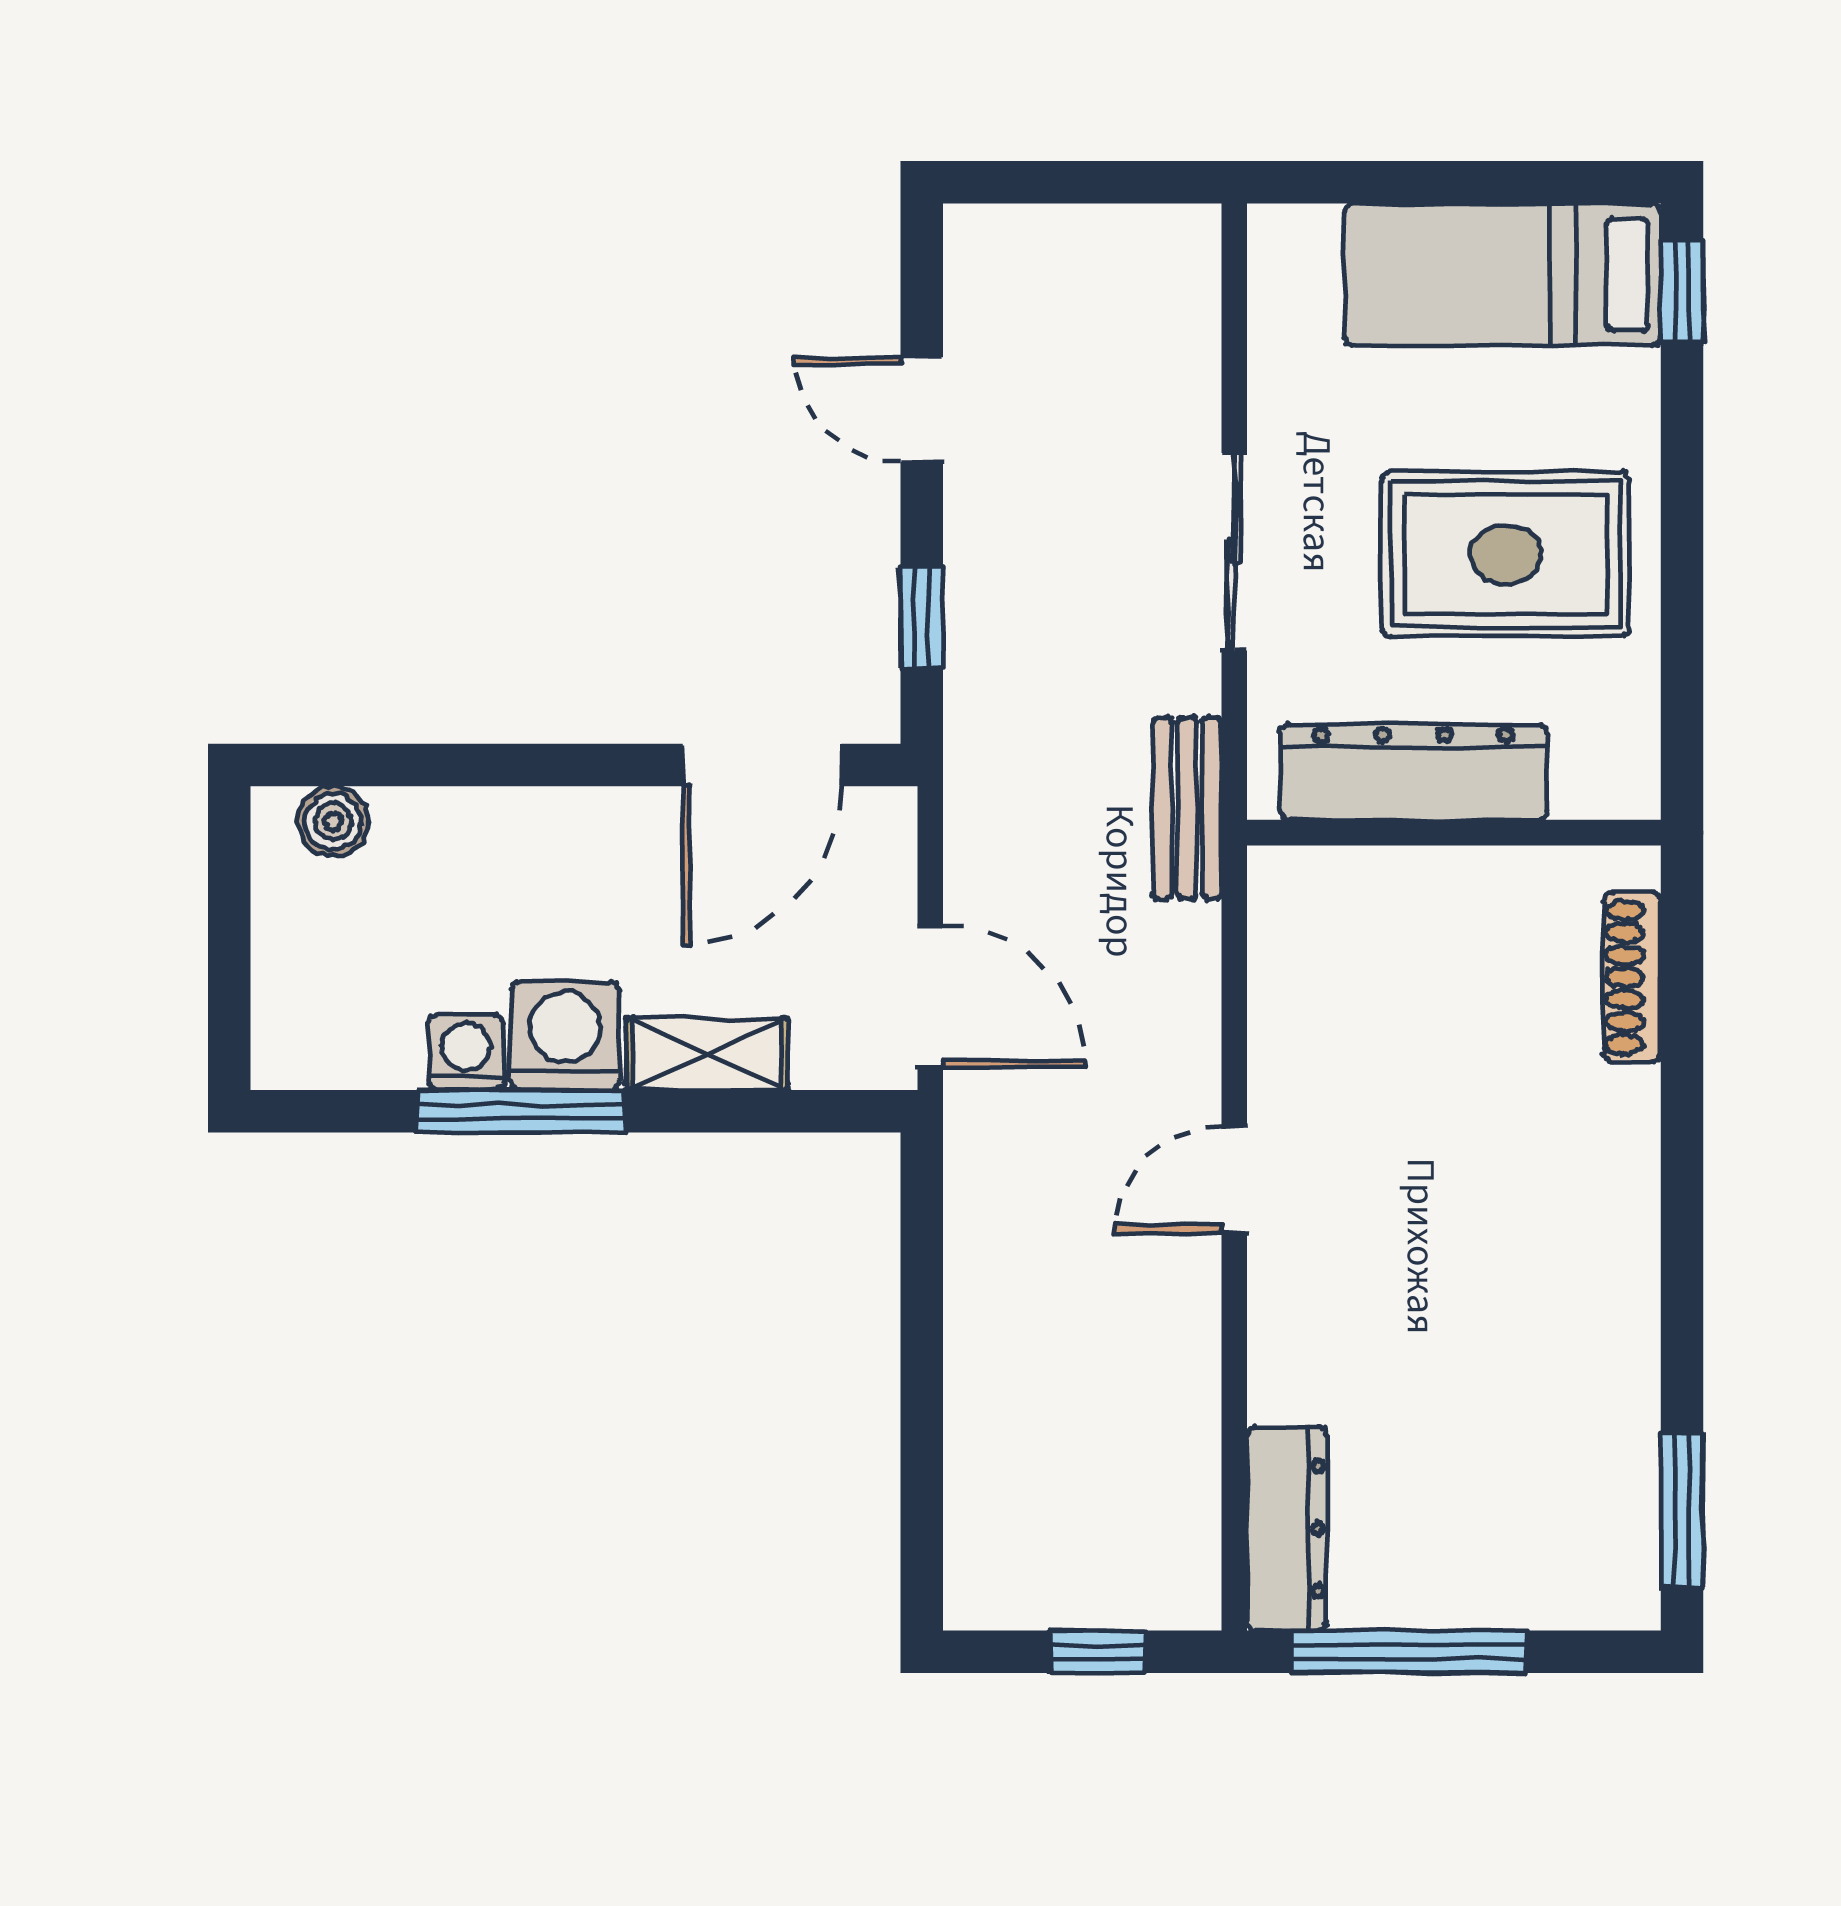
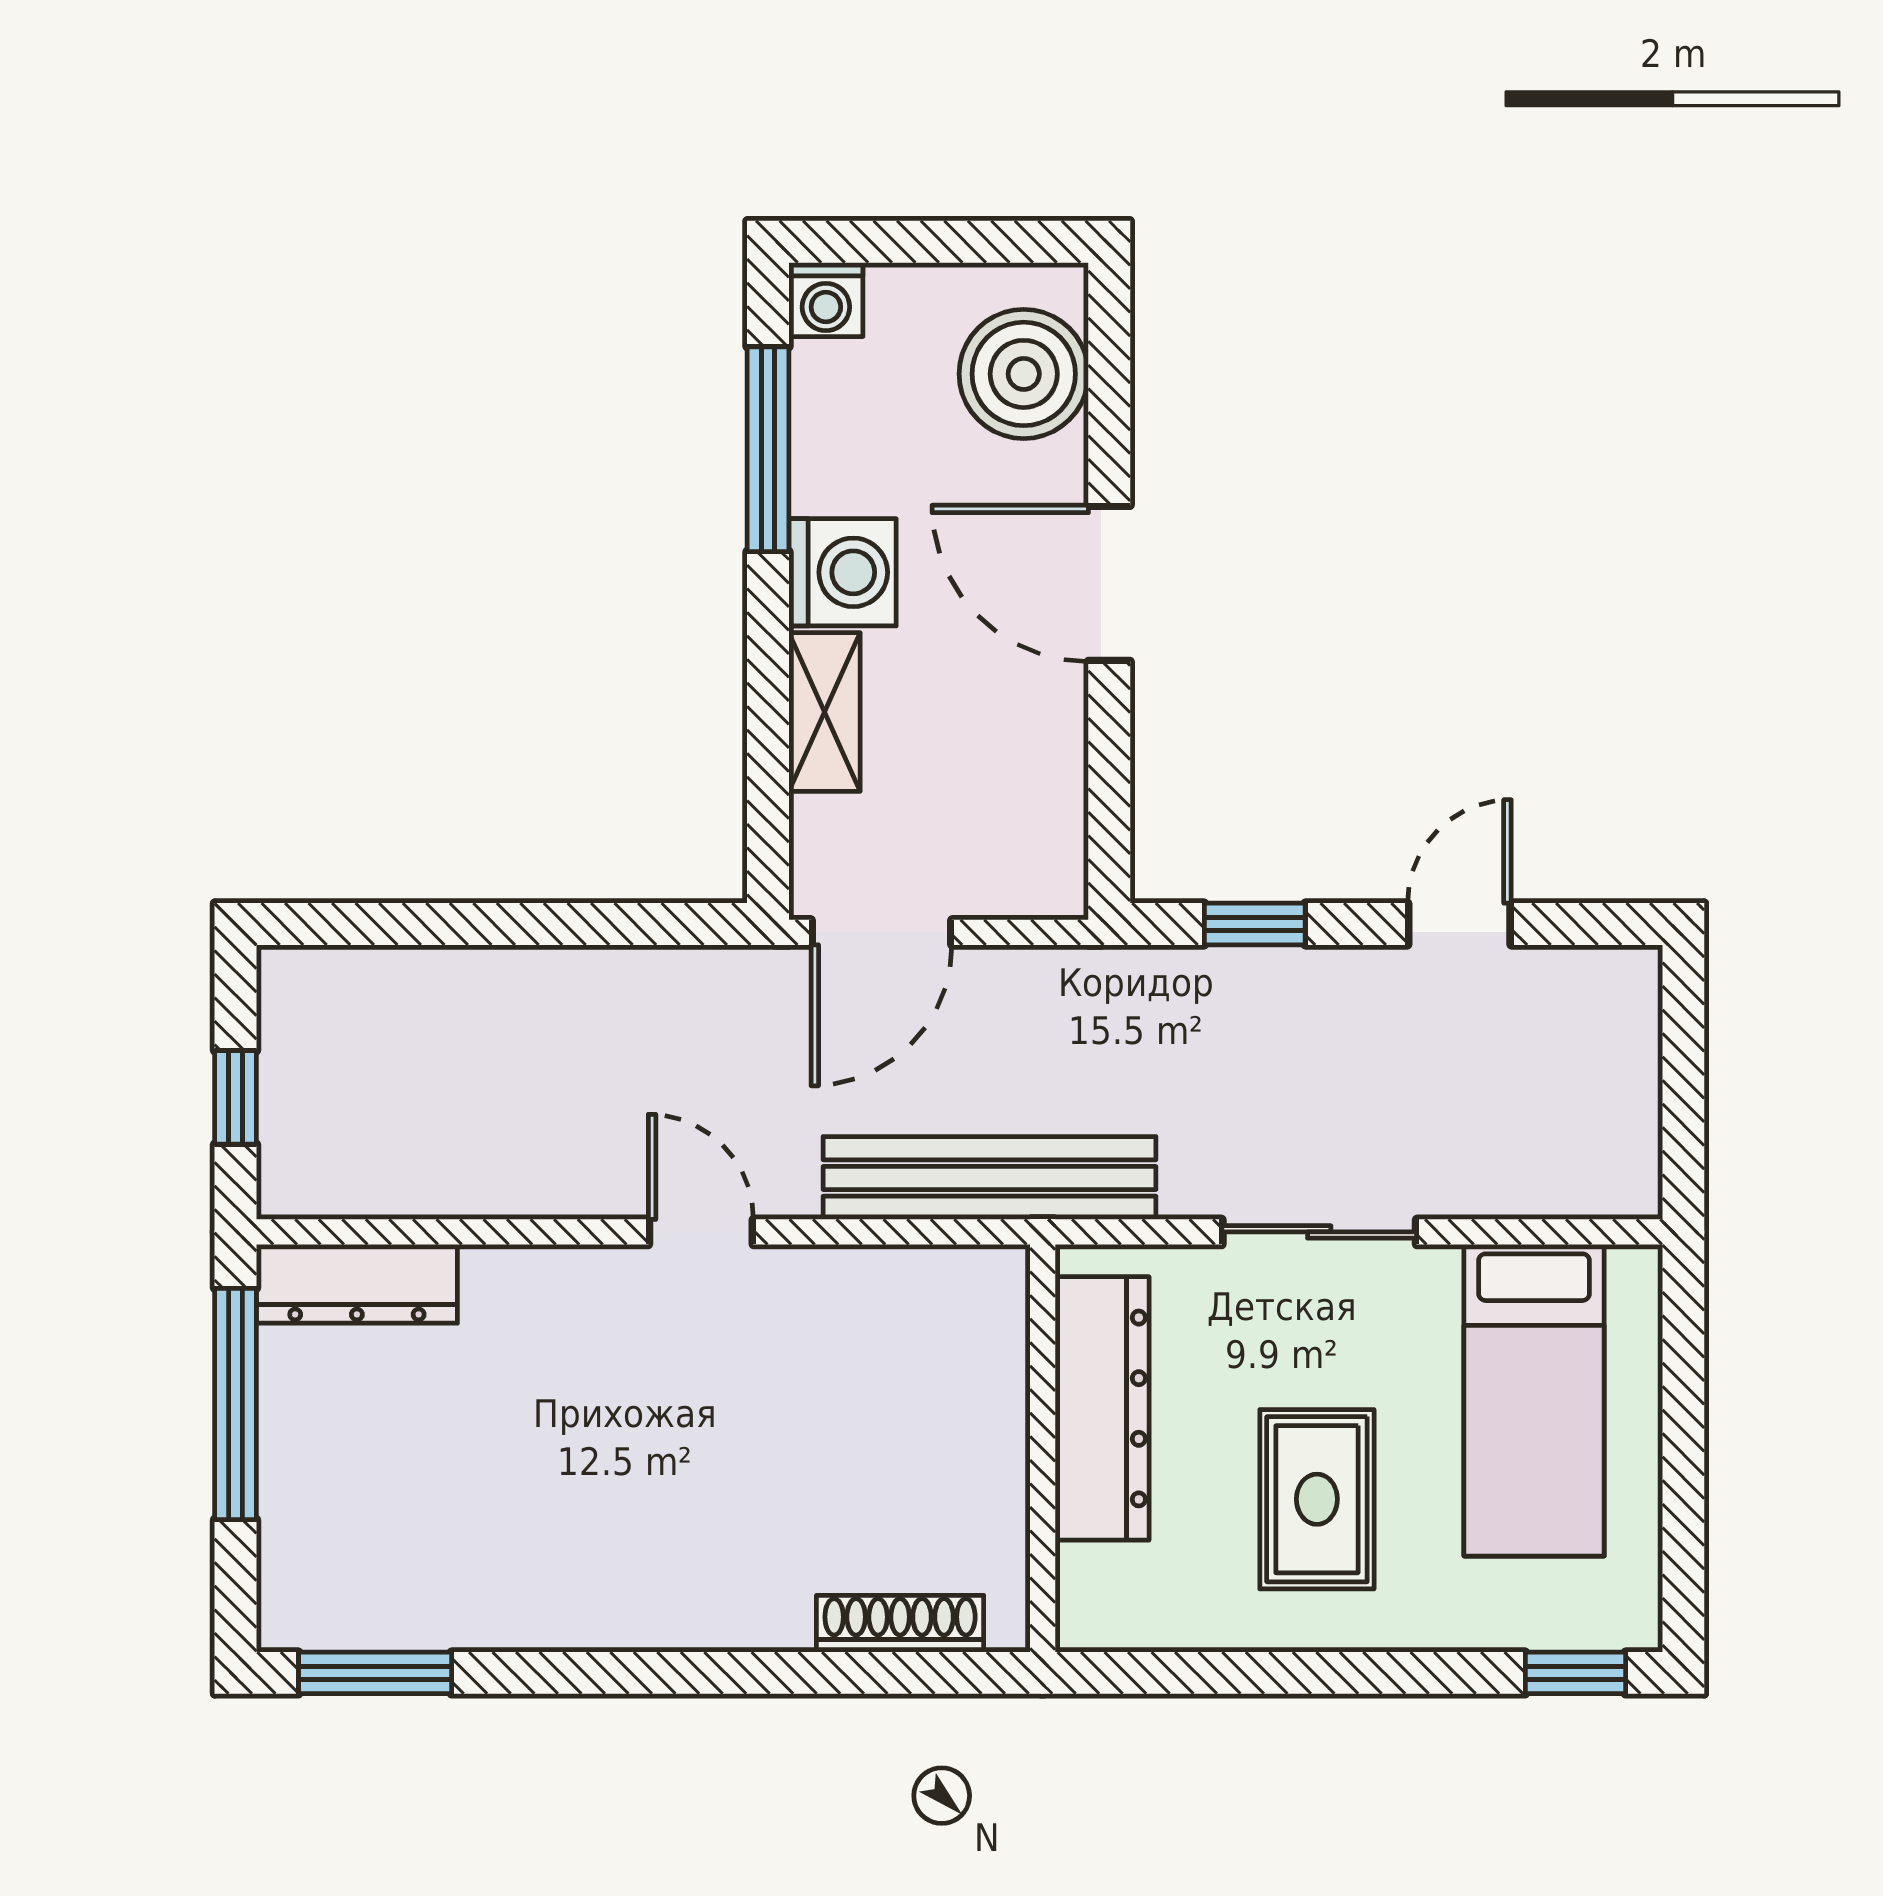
bed: (1503, 275) -> (1534, 1400), moved, turned 180
rug: (1506, 554) -> (1317, 1499), width x0.73, depth x0.70
door: (762, 765) -> (1109, 583), moved
bench: (1187, 808) -> (990, 1178), width x1.86, depth x1.21
boiler: (333, 821) -> (1024, 374), width x1.86, depth x1.86
washing machine: (466, 1053) -> (826, 300), moved, turned 90
window: (520, 1111) -> (768, 449), moved

